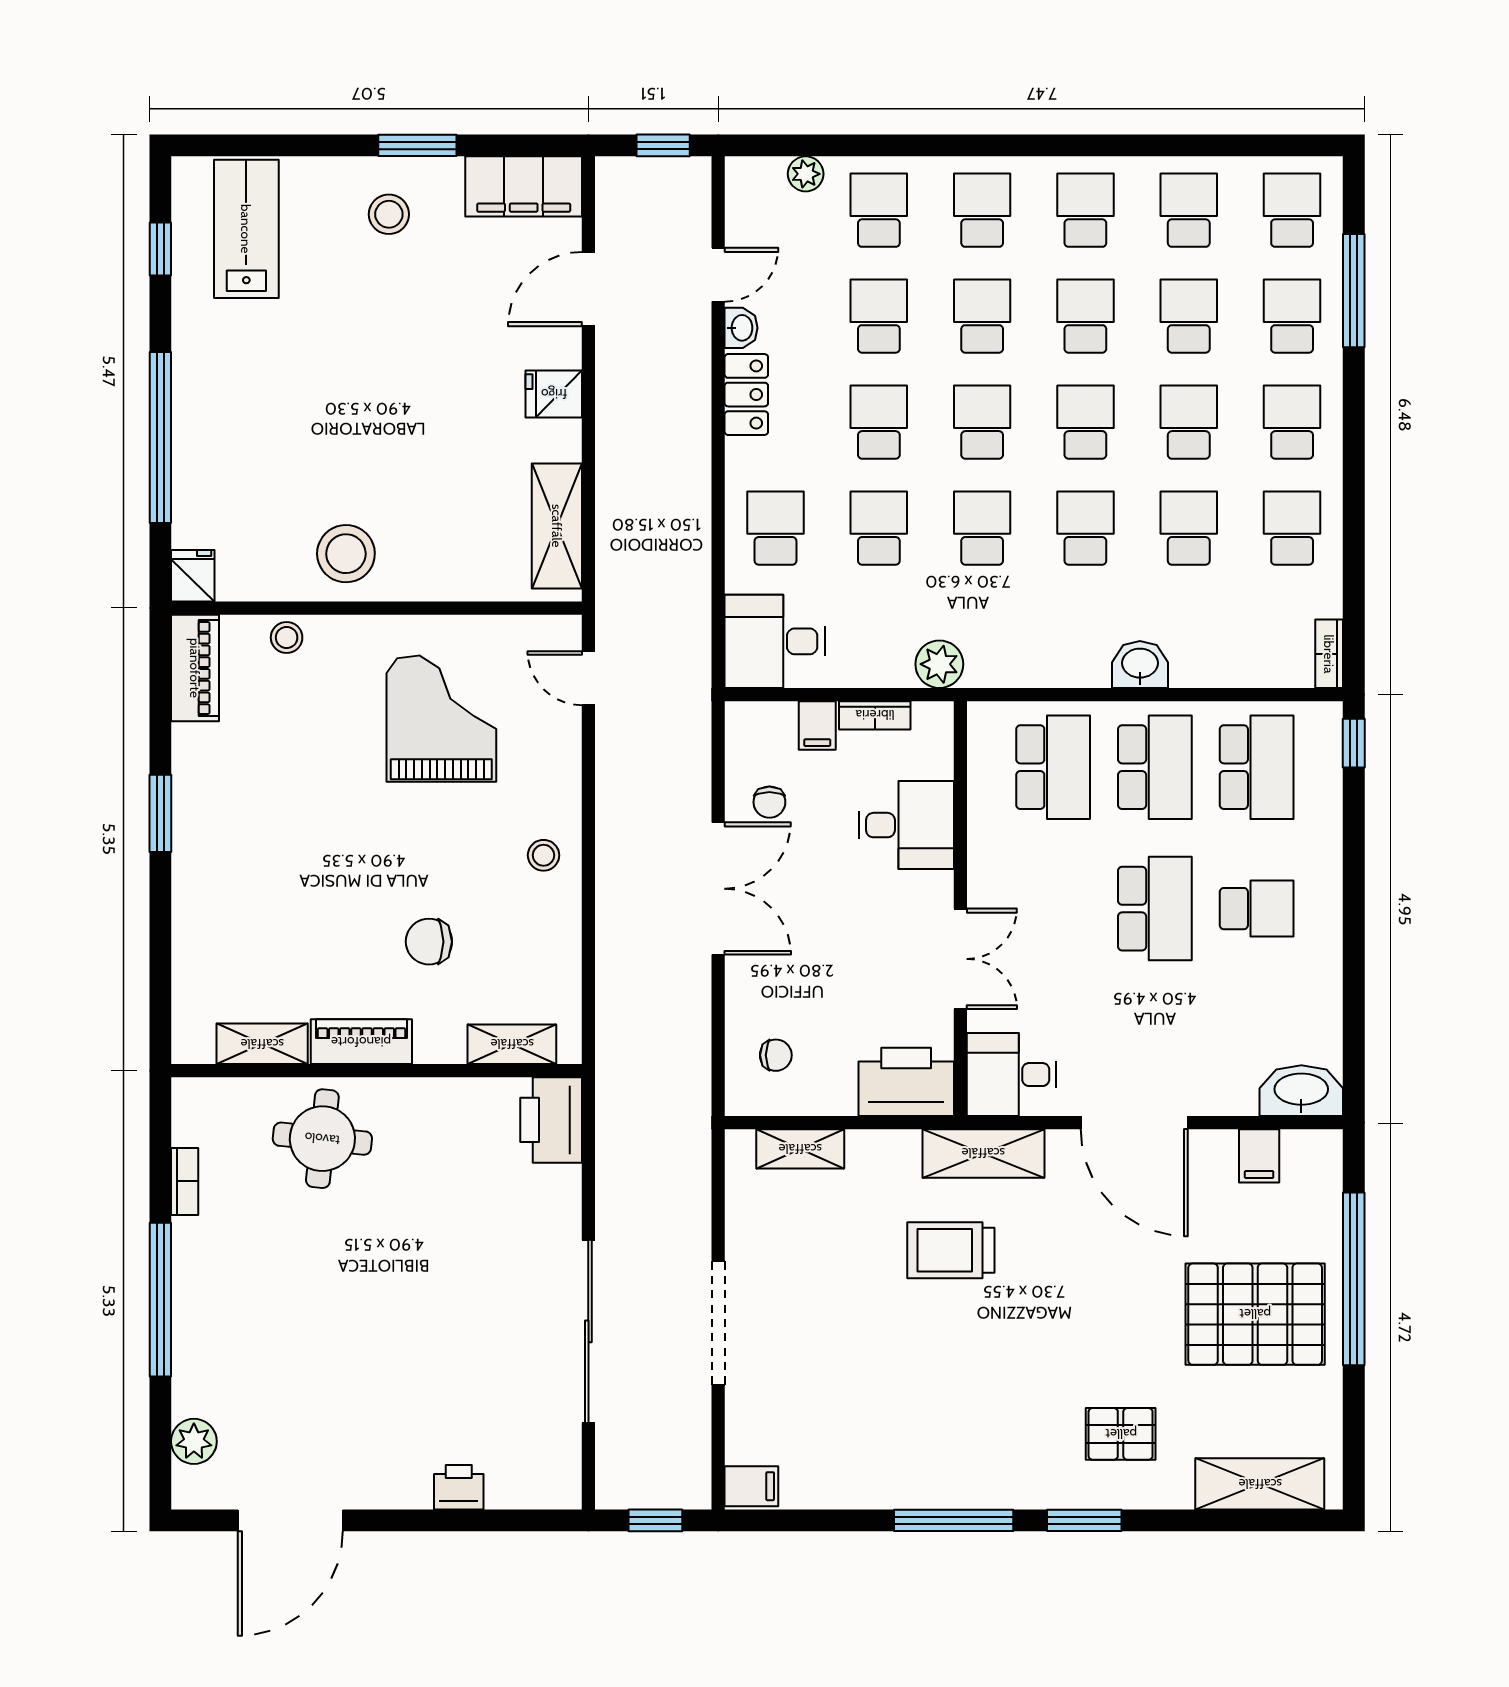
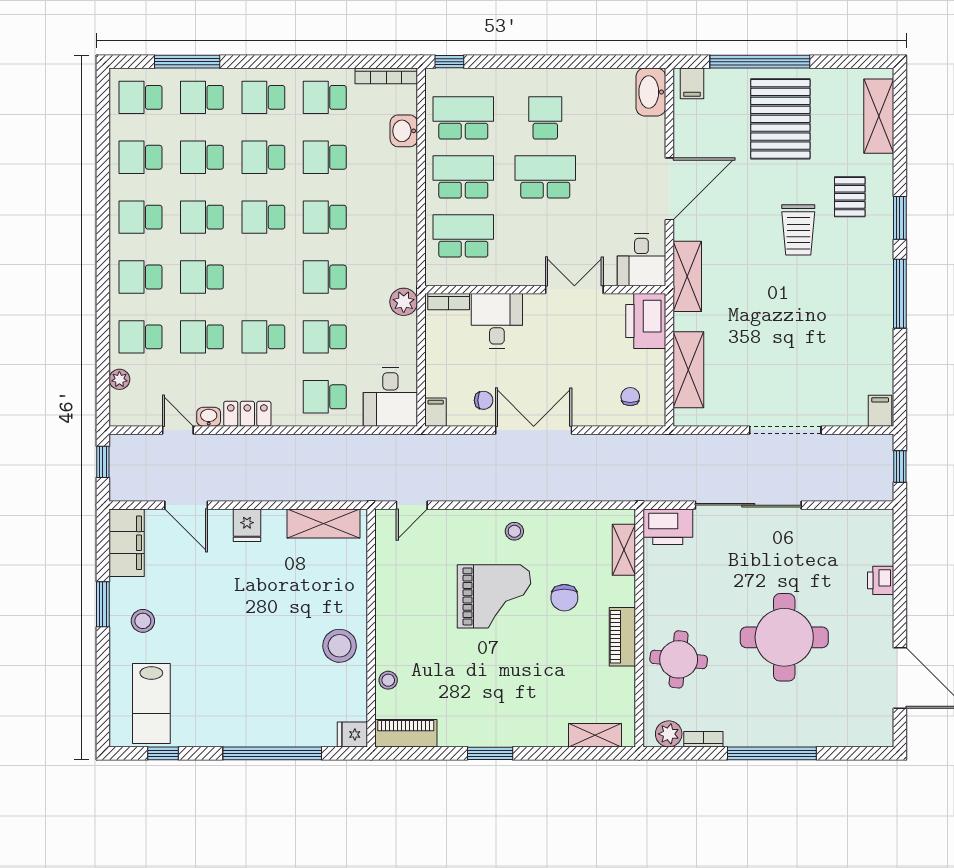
lab bench: (246, 229) -> (151, 703), turned -90
school desk: (982, 422) -> (263, 277), removed
bookcase: (1329, 654) -> (386, 76), width x1.56
washbasin: (1140, 665) -> (404, 131), moved
bookcase: (875, 715) -> (449, 302), moved, turned 90
grand piano: (441, 719) -> (494, 596), moved, turned 180
filing cabinet: (817, 725) -> (436, 412), moved, turned -90
shelving: (262, 1044) -> (595, 735), moved, turned 90
shelving: (800, 1149) -> (688, 370), width x1.50, depth x1.33
filing cabinet: (1259, 1156) -> (692, 83), moved, turned 90
trolley: (951, 1250) -> (798, 230), moved
round table: (360, 1321) -> (784, 637), added
sliding door: (588, 1331) -> (748, 505), moved
plant: (194, 1441) -> (669, 734), moved

